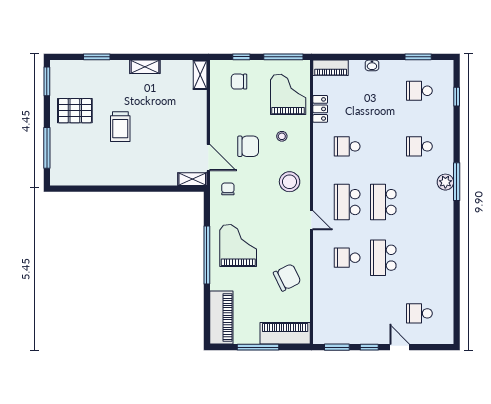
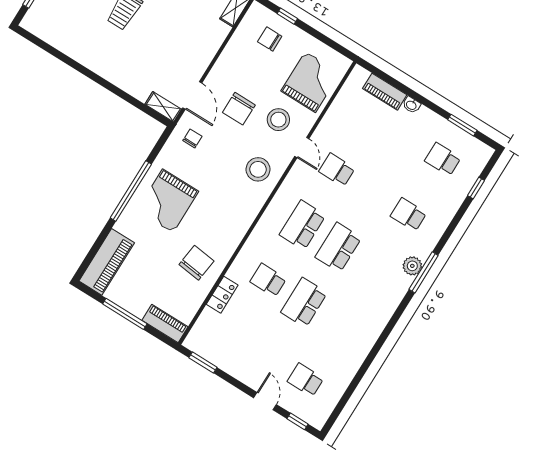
window: (283, 57) -> (329, 42), removed
piano: (331, 68) -> (385, 92), moved
locker: (320, 109) -> (222, 295), moved
stool: (282, 136) -> (278, 120), width x1.89, depth x1.89
chair: (248, 146) -> (239, 109), turned 90
door: (311, 220) -> (302, 147), moved
grand piano: (238, 245) -> (168, 201), turned 180
chair: (287, 277) -> (197, 263), turned -57
piano: (285, 333) -> (165, 324), width x0.73, depth x0.75
window: (369, 347) -> (297, 421), moved

